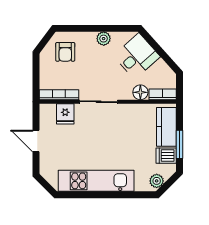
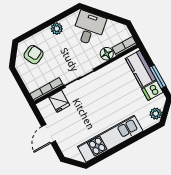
armchair: (65, 52) -> (34, 55), turned -117
door: (36, 141) -> (49, 134), hinge flipped

